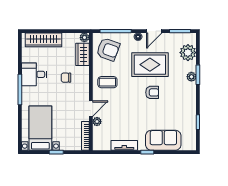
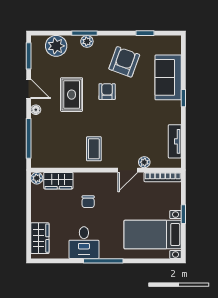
wardrobe: (44, 40) -> (40, 238), width x0.67
armchair: (108, 49) -> (124, 62), moved
rug: (150, 65) -> (72, 95), width x0.73, depth x0.70
door: (91, 109) -> (128, 170), swing flipped
tv unit: (124, 145) -> (175, 141), moved

